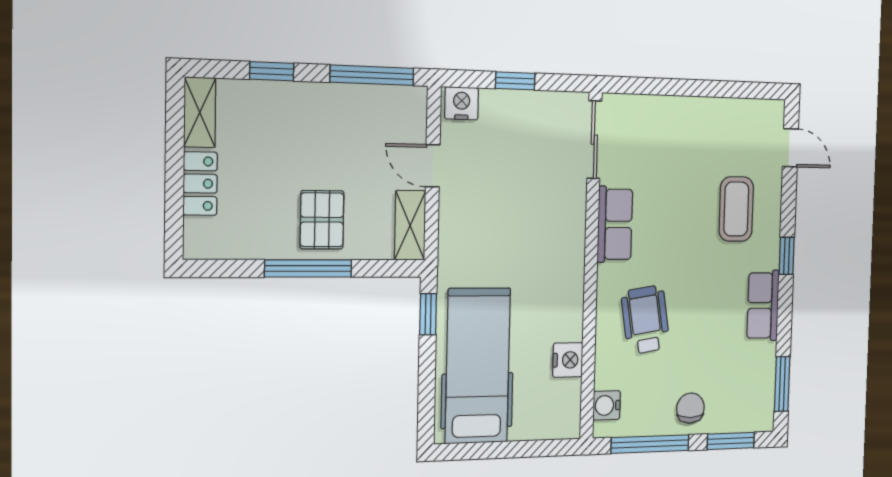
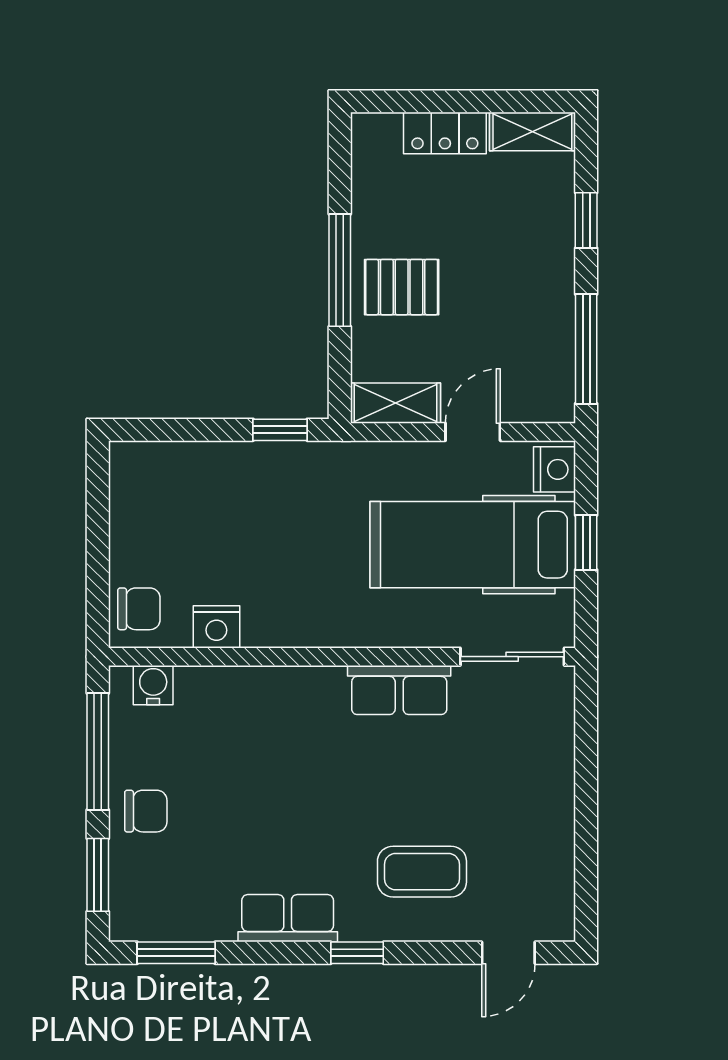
wheelchair: (645, 320) -> (269, 739), removed
hospital bed: (478, 366) -> (473, 545), moved, turned 180
chair: (554, 418) -> (139, 609), added

